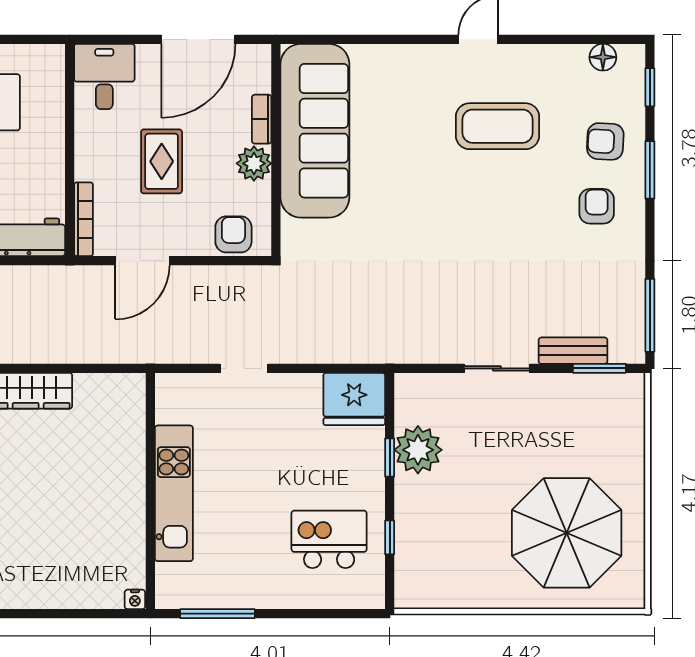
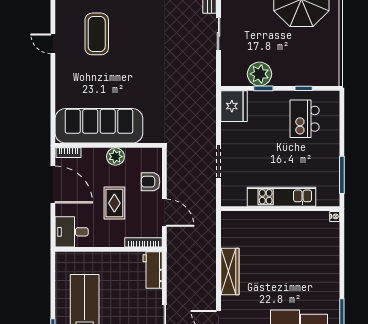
bookcase: (262, 119) -> (69, 153), moved
rug: (162, 161) -> (114, 203), turned 90
armchair: (233, 234) -> (151, 182), moved
doorway: (244, 368) -> (219, 162), width x1.38

